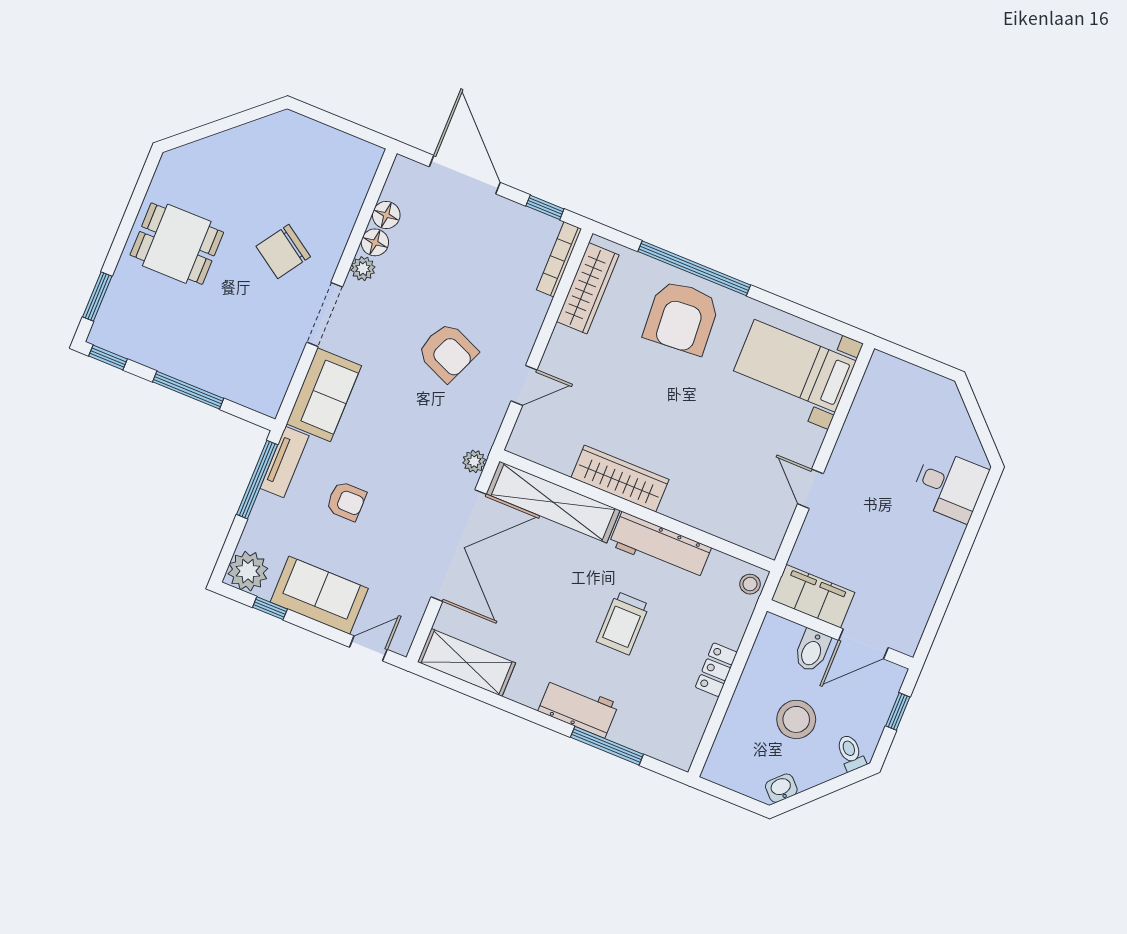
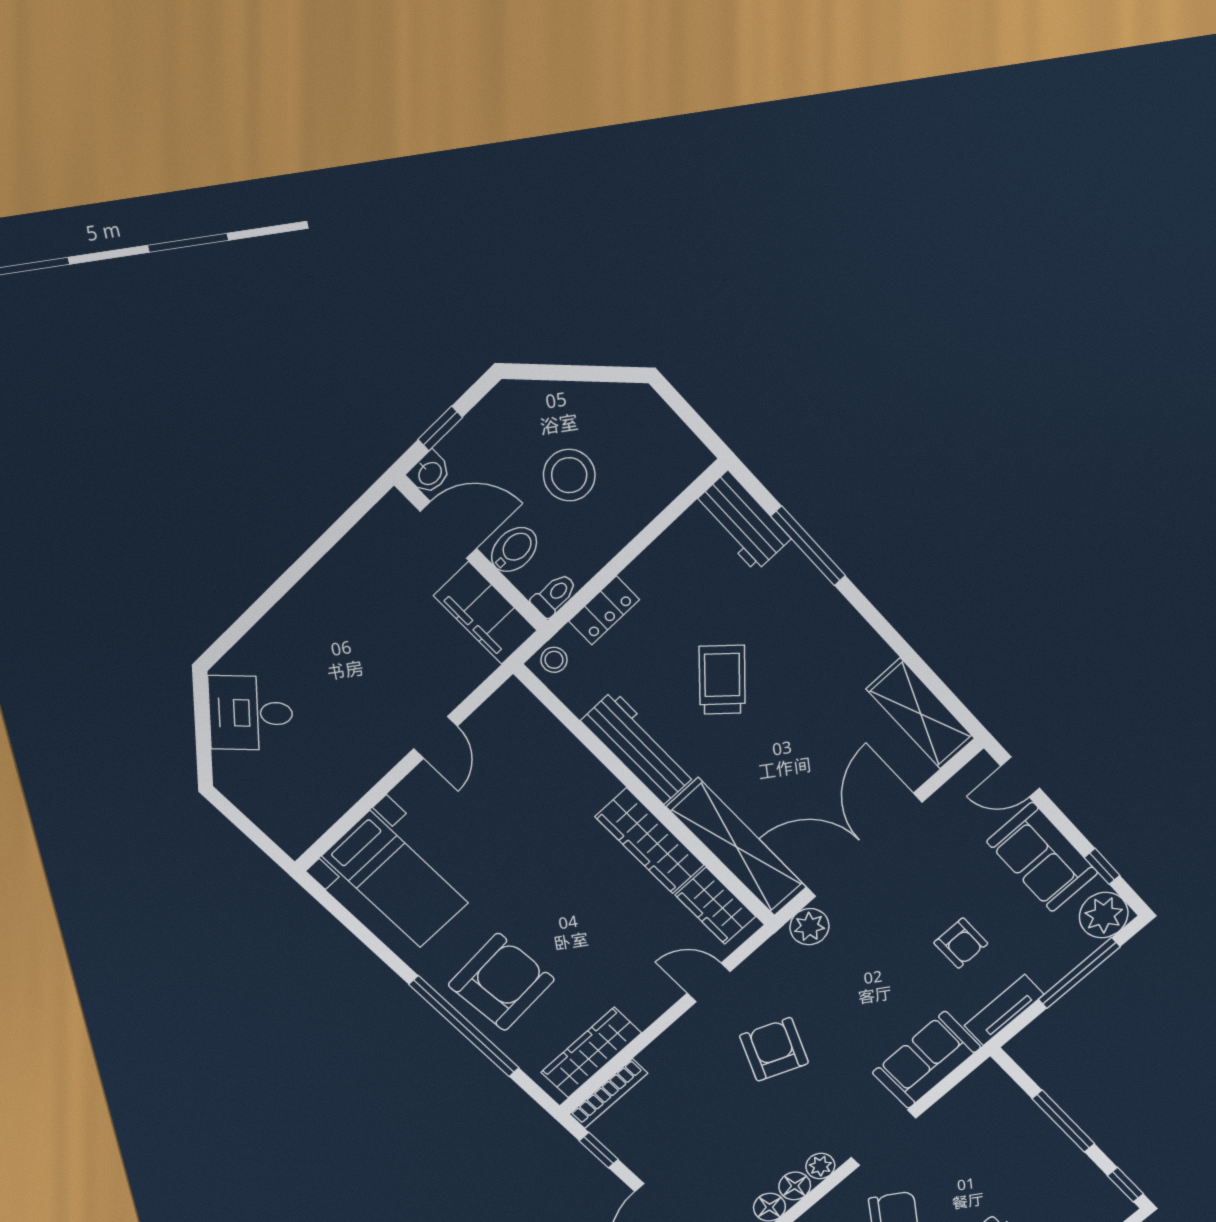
wardrobe: (548, 449) -> (715, 906), added
plant: (474, 461) -> (809, 927), width x1.38, depth x1.38
window: (257, 480) -> (1079, 973), moved
desk: (949, 485) -> (251, 713), moved, turned -45
armchair: (346, 501) -> (961, 943), turned 180
trolley: (623, 623) -> (722, 680), turned -48
locker: (716, 670) -> (604, 610), moved
workbench: (578, 708) -> (742, 521), moved
toilet: (851, 753) -> (554, 595), moved, turned -135
washbasin: (781, 788) -> (429, 473), moved, turned -45

